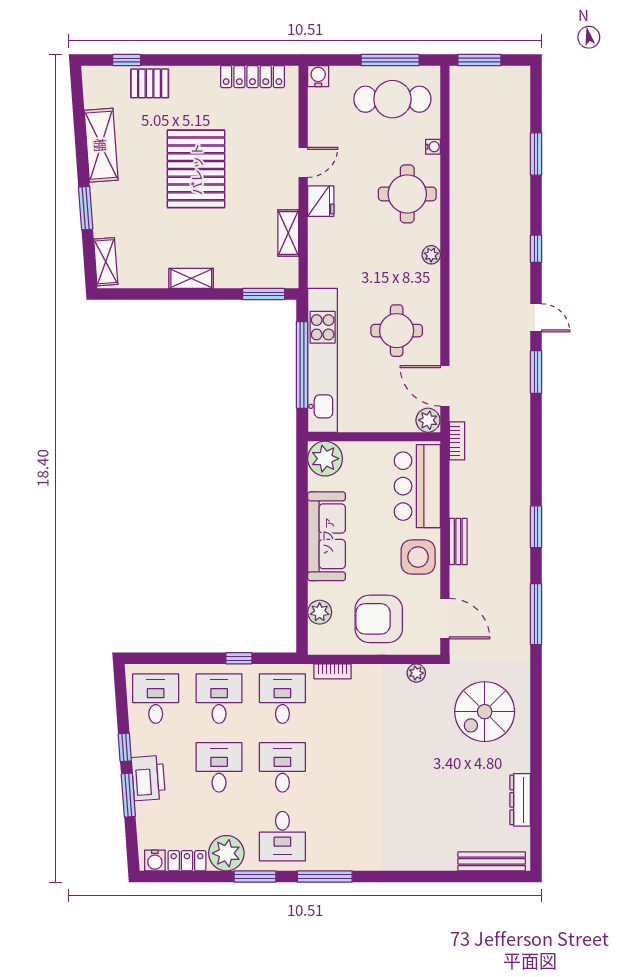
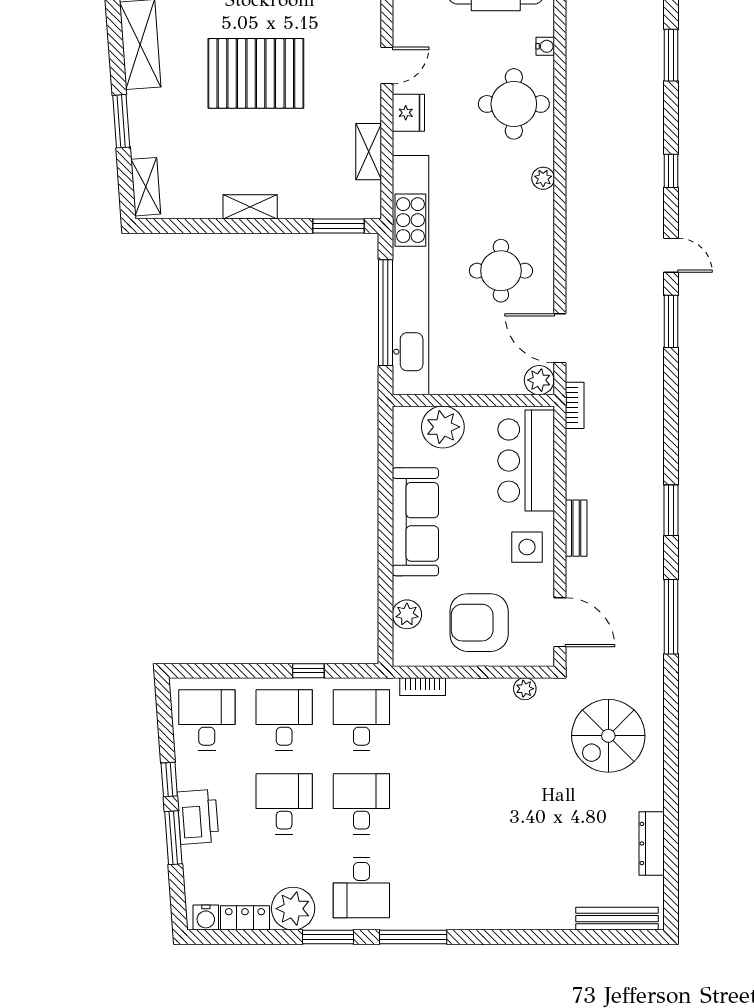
pallet: (196, 169) -> (256, 73), turned 90
kitchen unit: (323, 360) -> (410, 275), width x1.36
plant: (325, 459) -> (443, 427), moved
side table: (418, 557) -> (527, 547), width x0.73, depth x0.73

